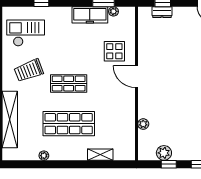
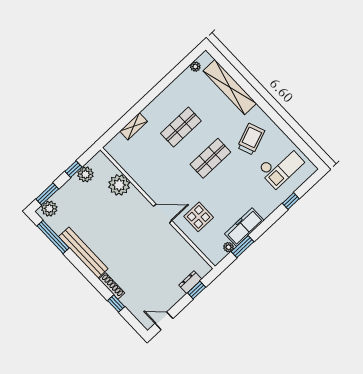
shop shelf: (69, 124) -> (181, 127), width x0.70, depth x0.74
plant: (143, 124) -> (119, 185), width x1.87, depth x1.87
plant: (44, 156) -> (195, 67), moved

